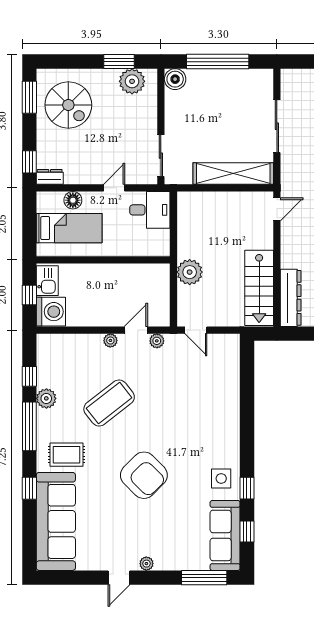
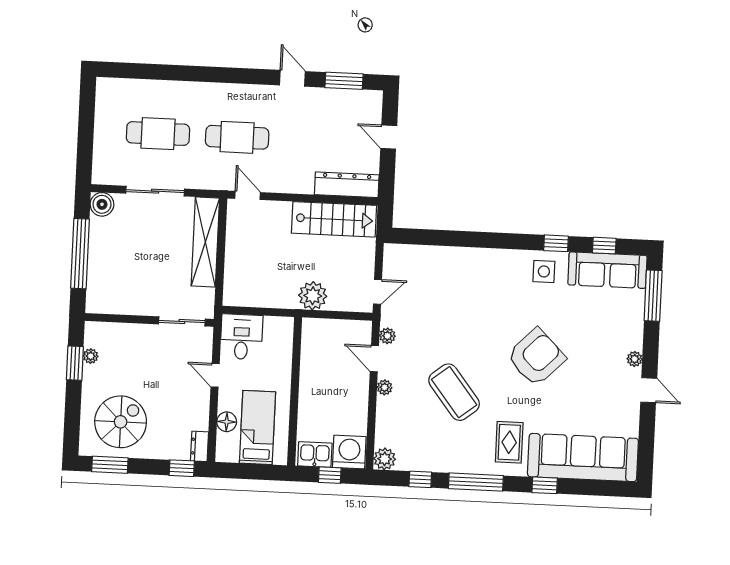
boiler: (175, 79) -> (102, 204), moved
plant: (132, 81) -> (91, 356), width x0.53, depth x0.53
plant: (46, 398) -> (385, 459), moved

